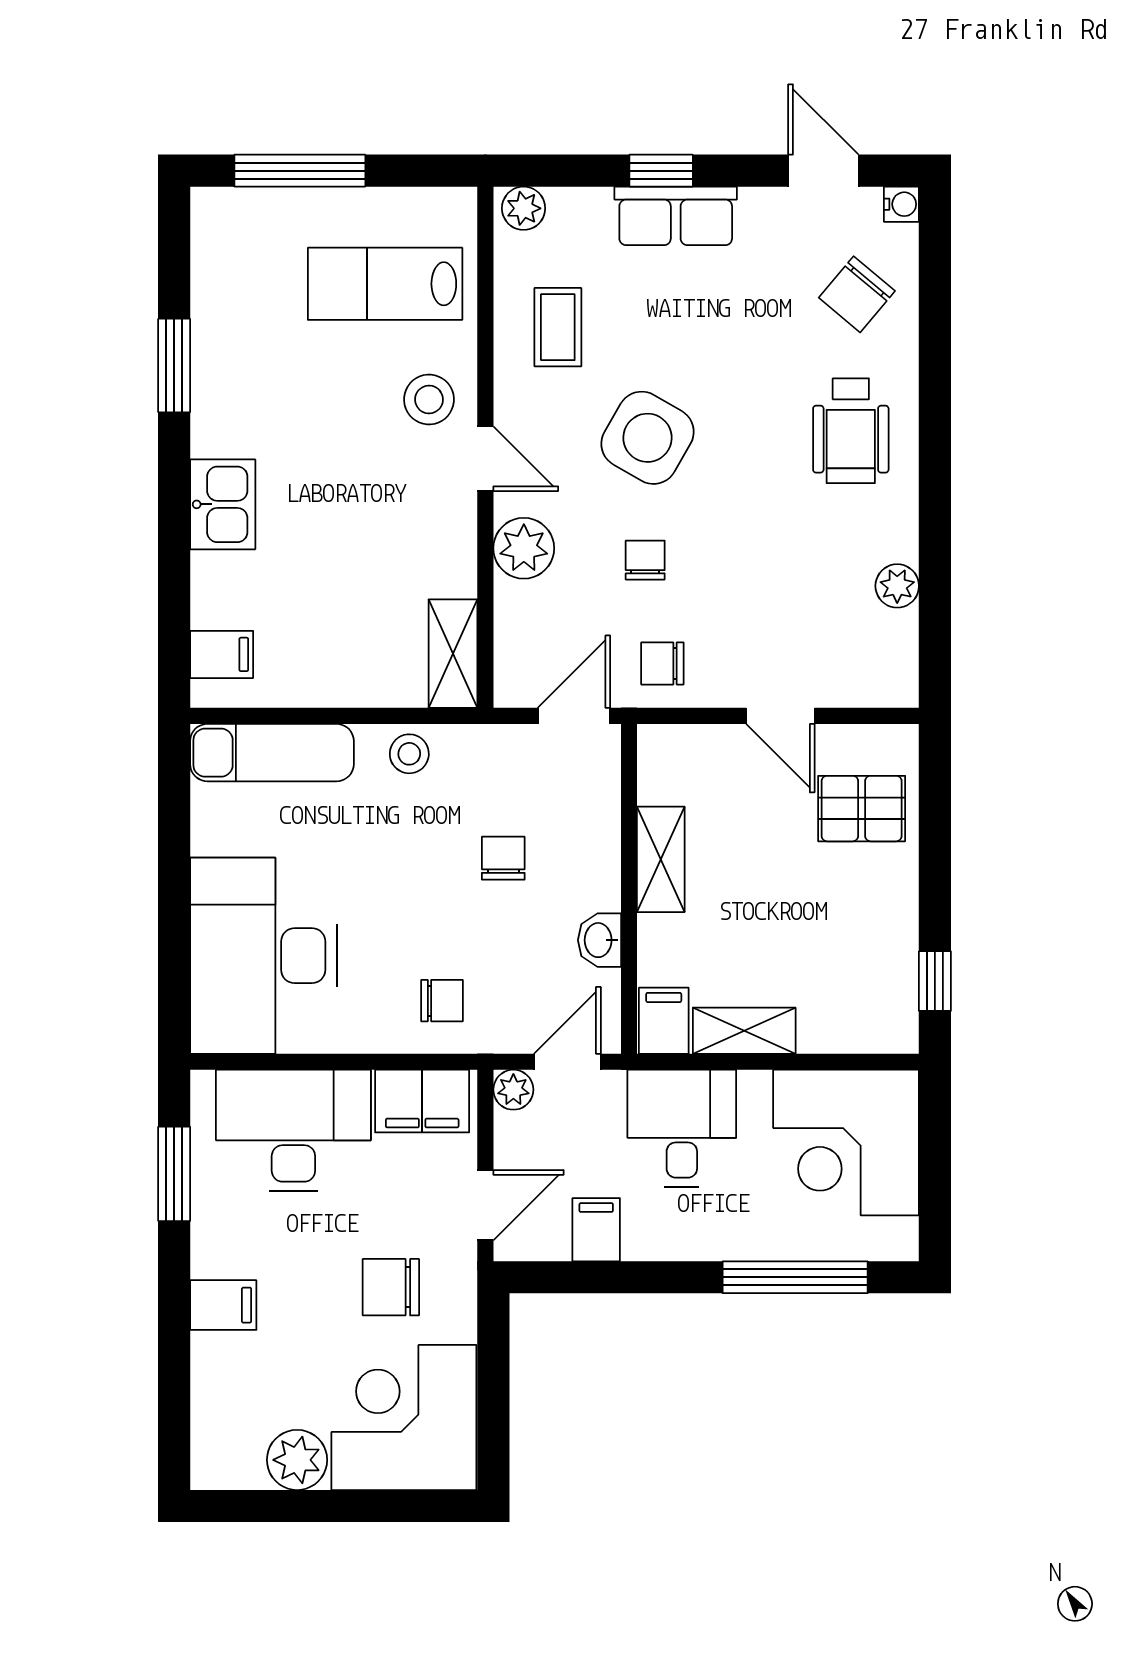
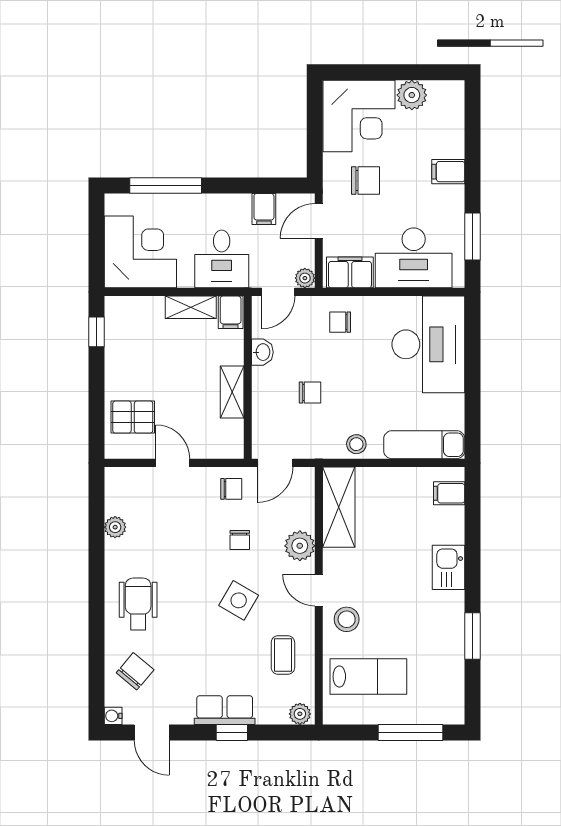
side table: (648, 438) -> (239, 600), width x0.73, depth x0.73
shelving: (453, 654) -> (339, 507), width x1.50, depth x1.33
chair: (503, 858) -> (310, 393), turned -90

